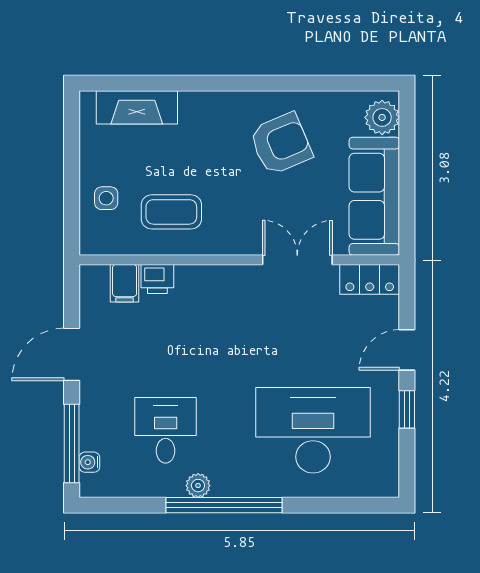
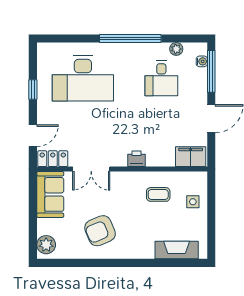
sofa: (374, 196) -> (50, 194), width x0.73
coffee table: (171, 212) -> (158, 194), width x0.73, depth x0.77
printer: (157, 279) -> (137, 159), moved
filing cabinet: (125, 283) -> (191, 157), width x2.00
door: (407, 350) -> (33, 136), moved
plant: (198, 486) -> (176, 49), moved

